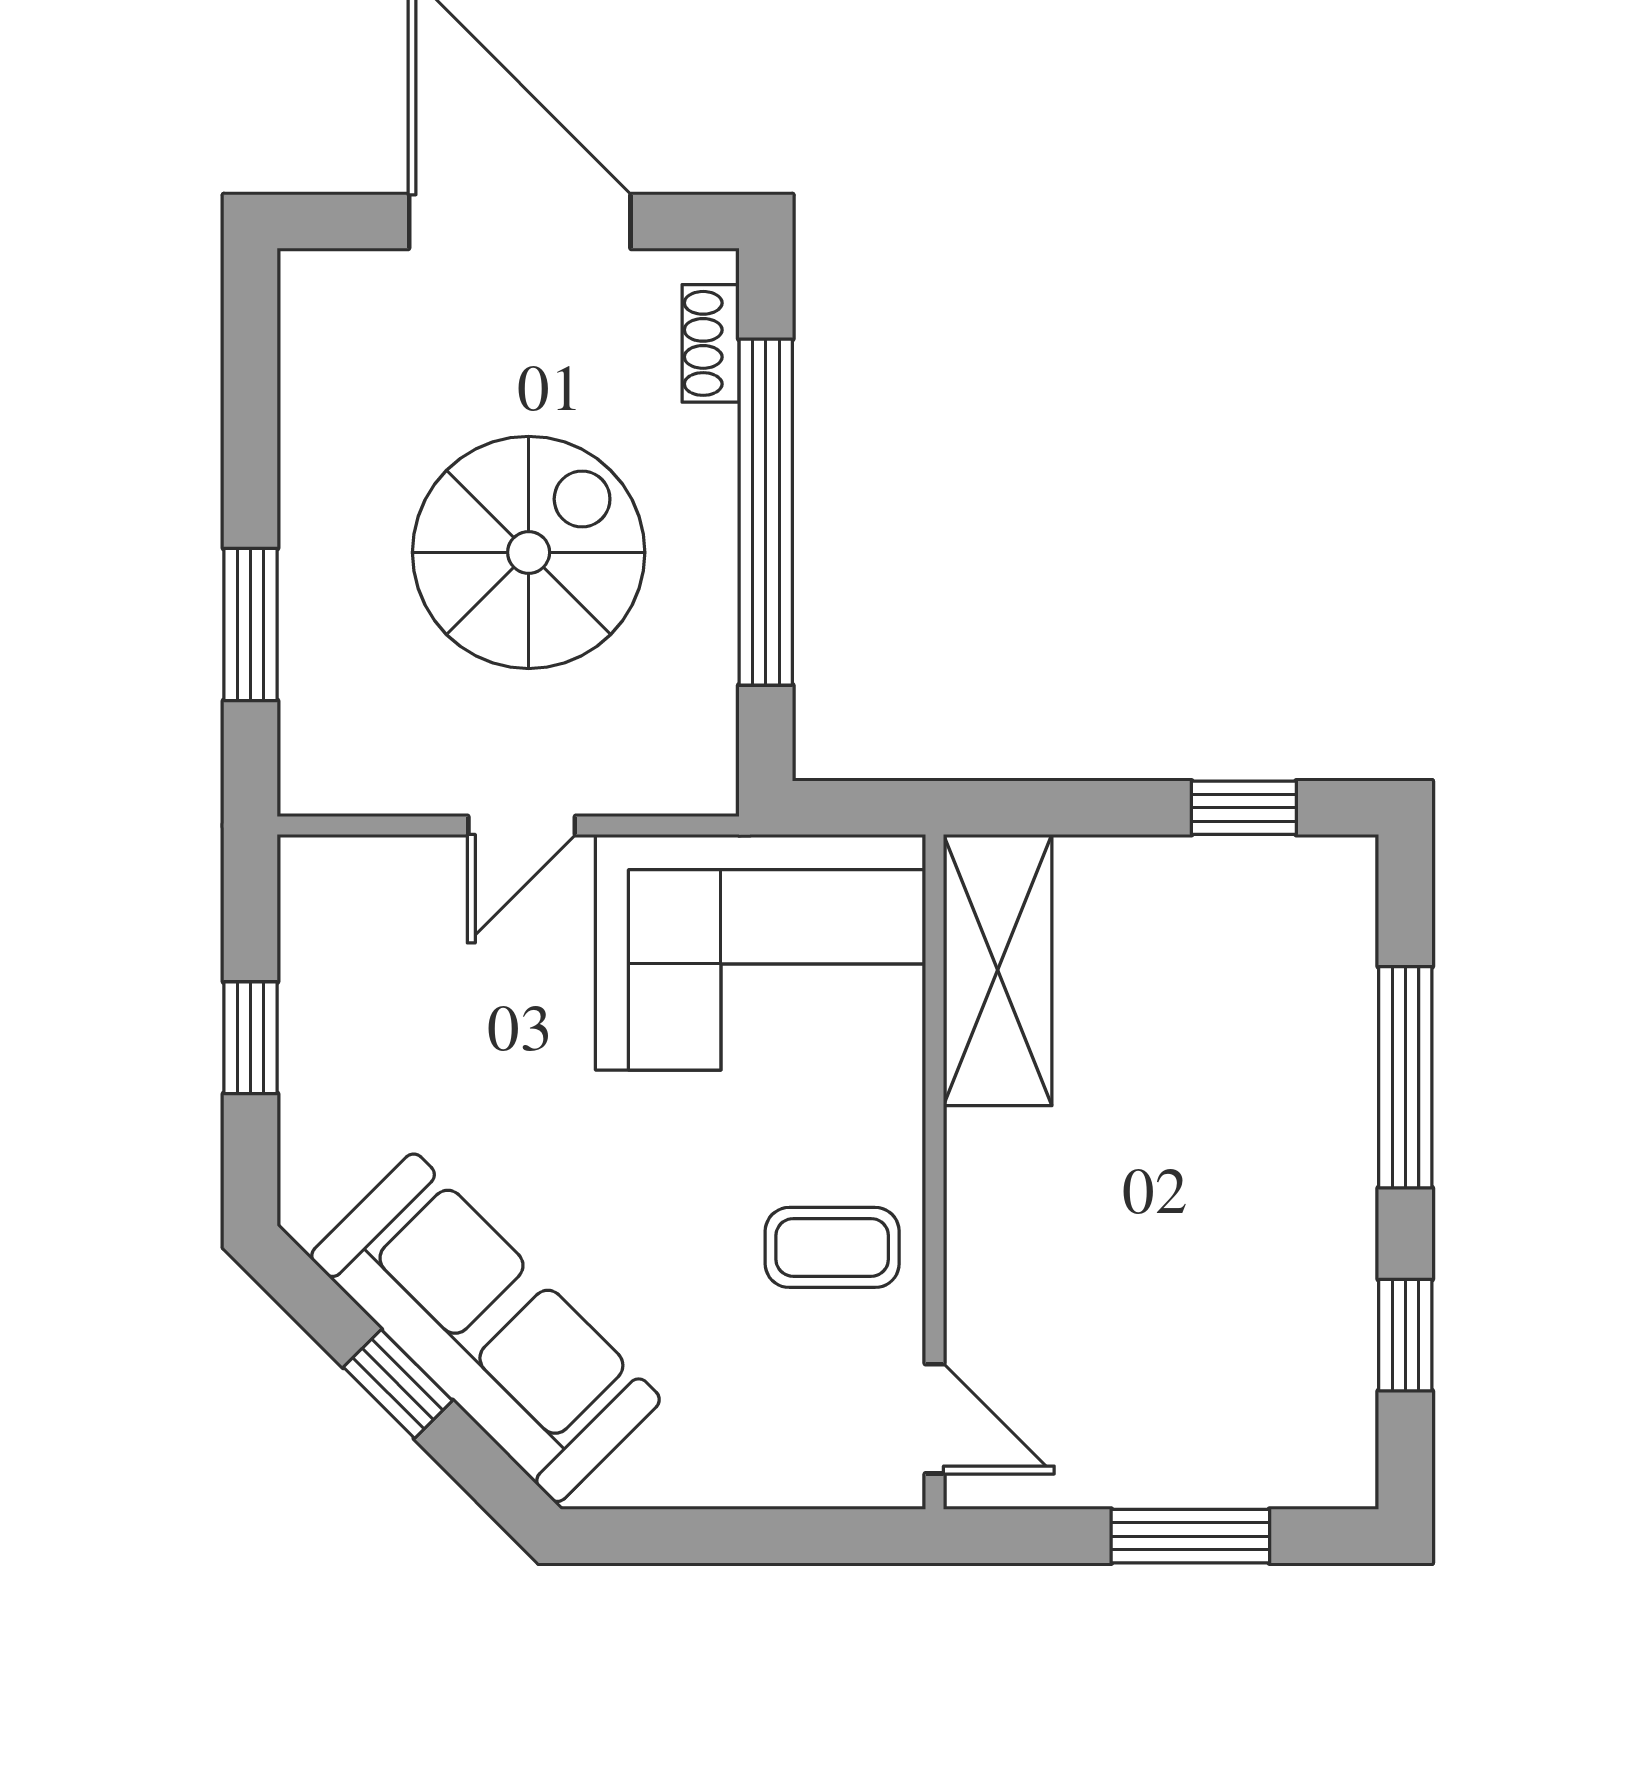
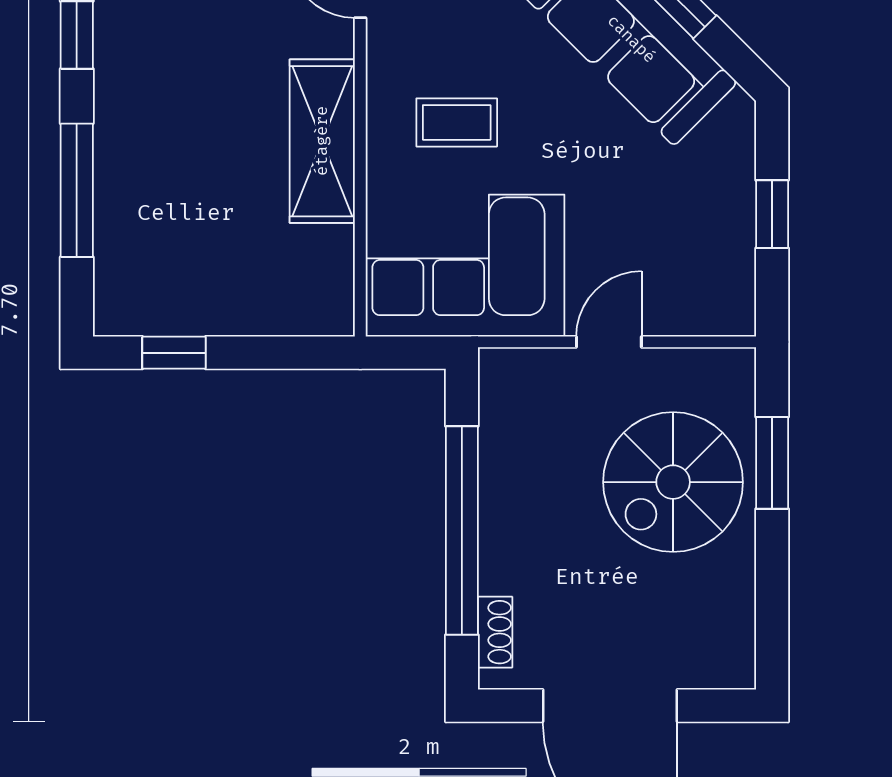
spiral stairs: (529, 552) -> (673, 482), moved
shelving: (998, 970) -> (322, 141), moved
coffee table: (832, 1247) -> (457, 122), moved

